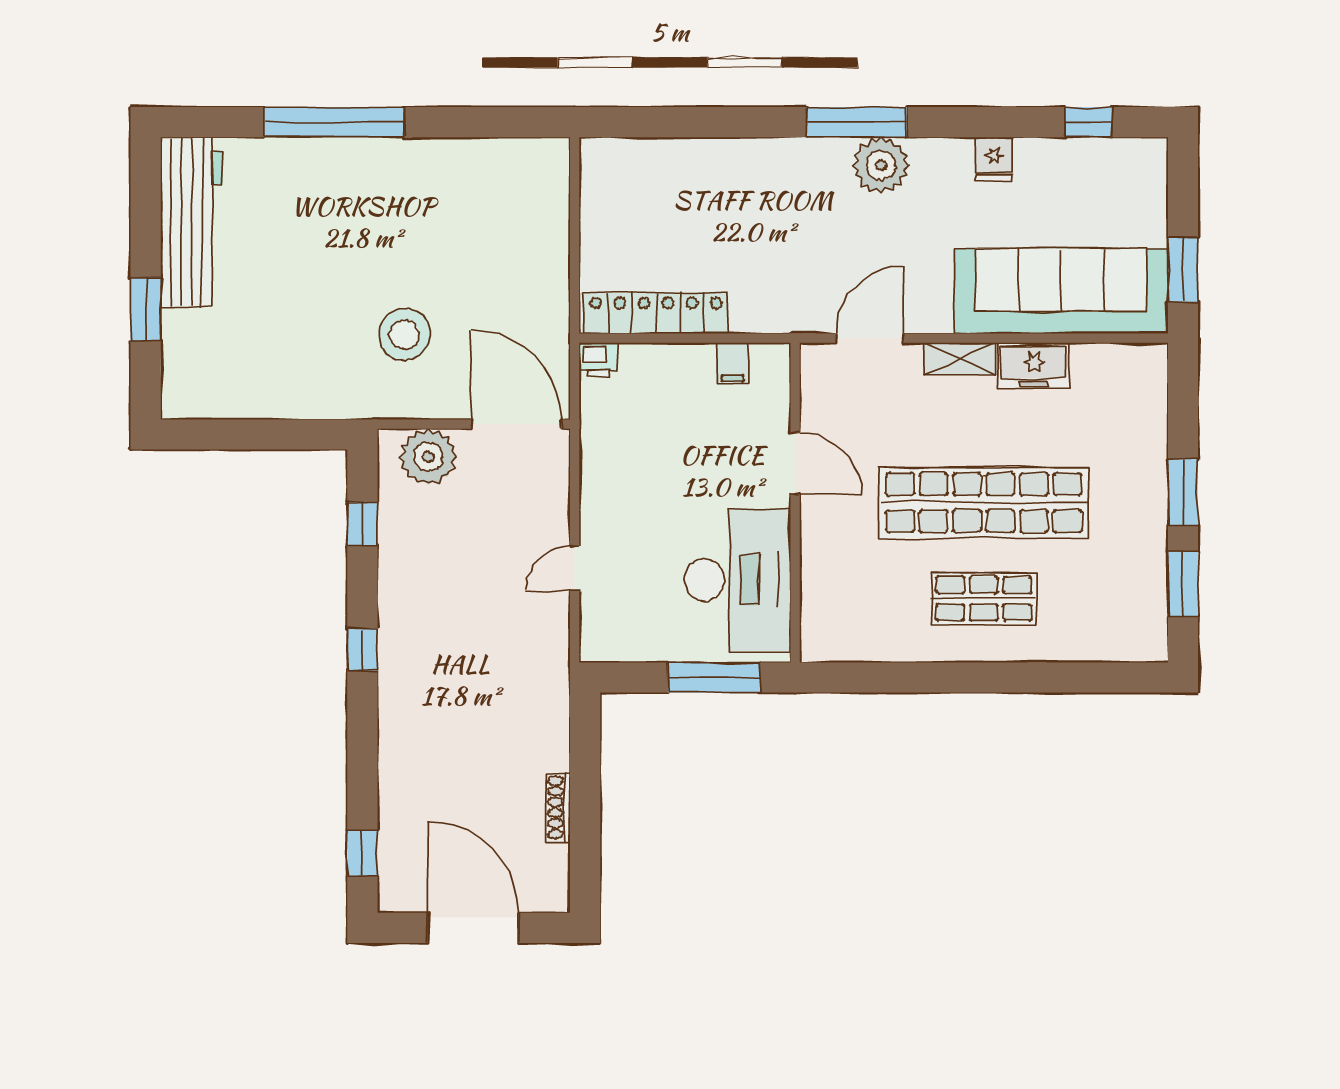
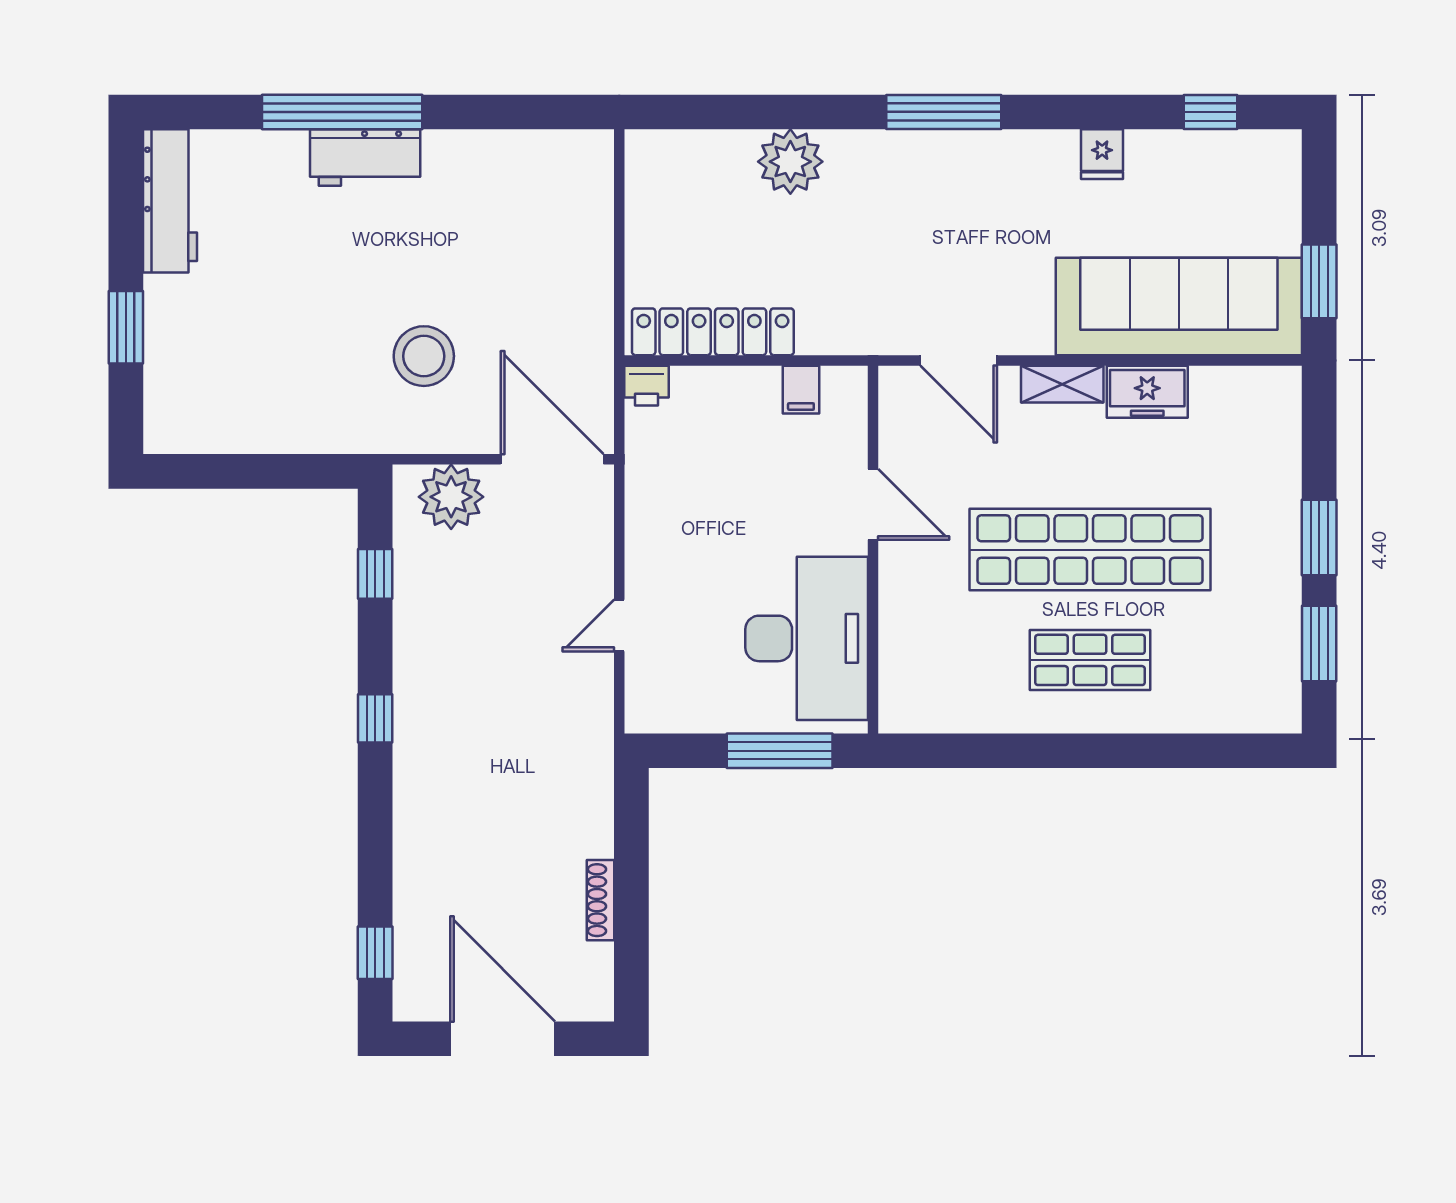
workbench: (354, 162) -> (365, 158), added
plant: (881, 165) -> (790, 162), moved
workbench: (192, 222) -> (170, 201), width x0.73, depth x0.76
door: (870, 338) -> (959, 360), swing flipped

